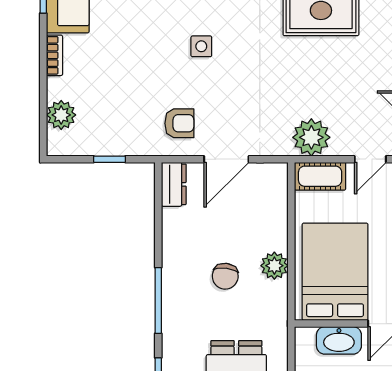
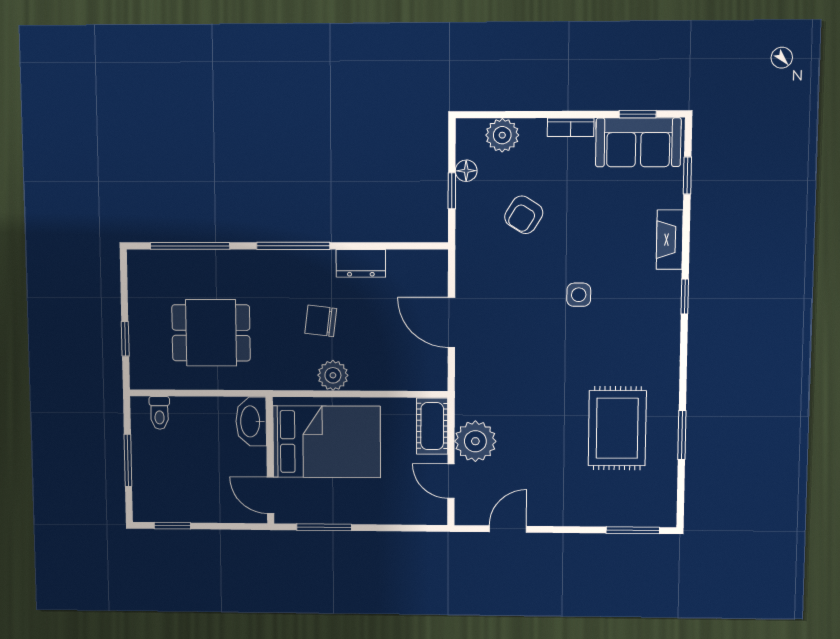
armchair: (179, 123) -> (524, 215), moved, turned 32
plant: (311, 137) -> (475, 441), moved
floor lamp: (92, 147) -> (466, 171), added
dresser: (174, 184) -> (361, 263), moved
washbasin: (339, 340) -> (251, 421), moved

